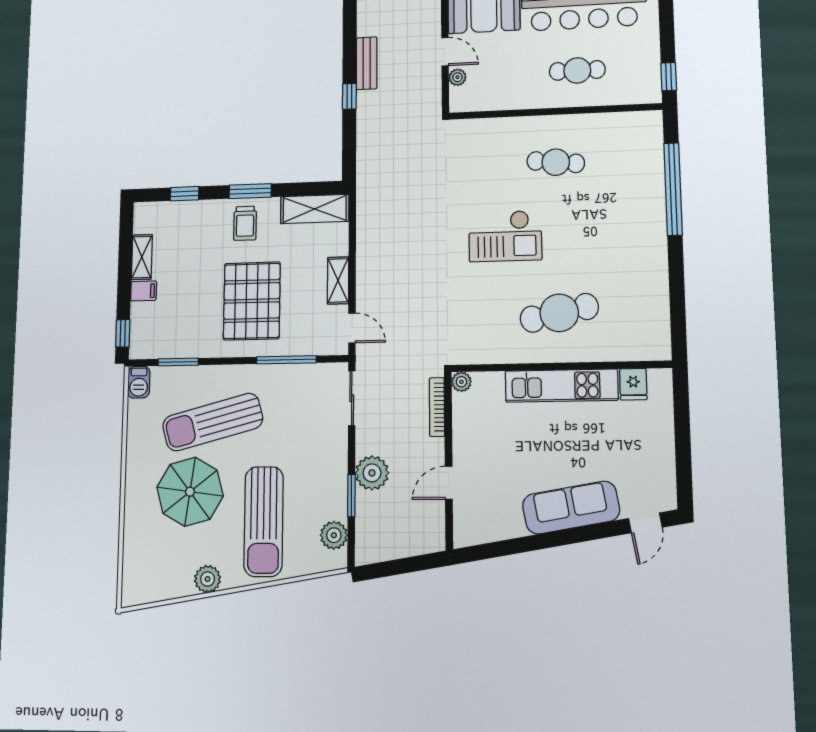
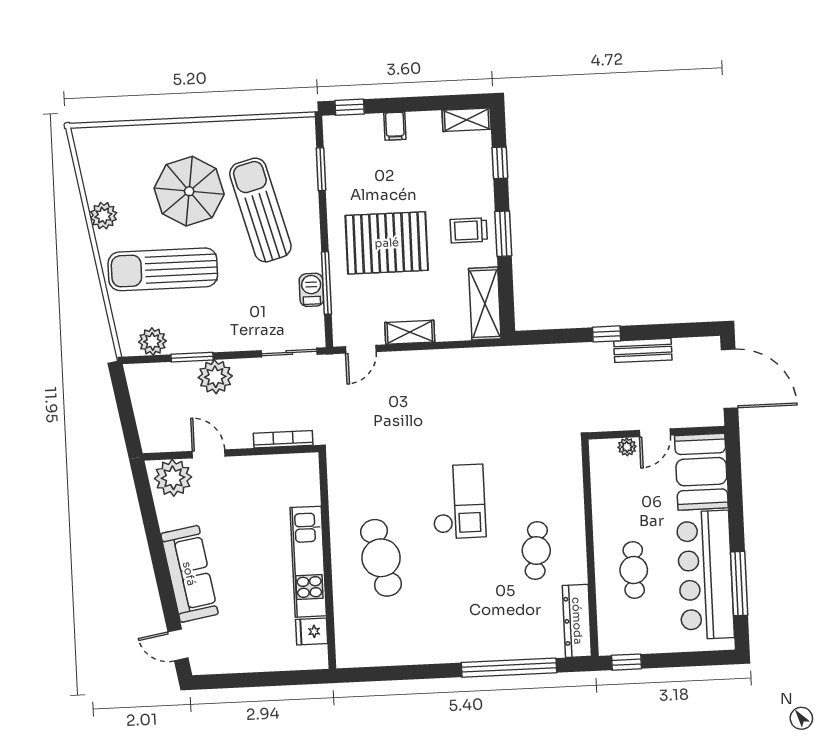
dresser: (627, 124) -> (577, 621), added
checkout: (505, 236) -> (459, 502), turned 180
shelving: (142, 257) -> (467, 120), moved
barbecue: (139, 382) -> (311, 290), moved, turned 90
plant: (461, 382) -> (173, 478), moved, width x1.88, depth x1.88

